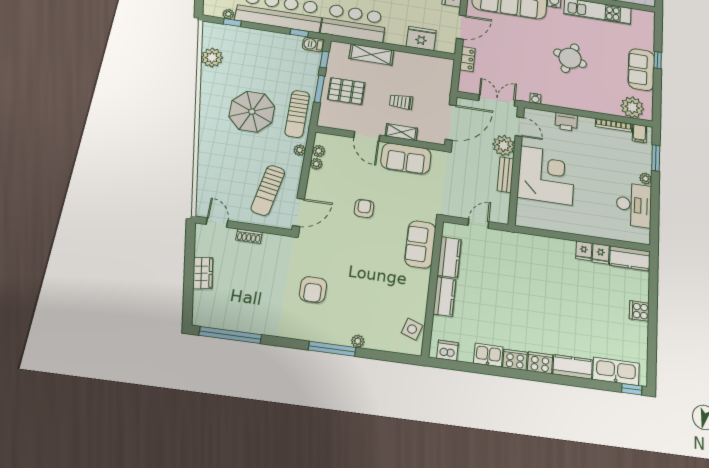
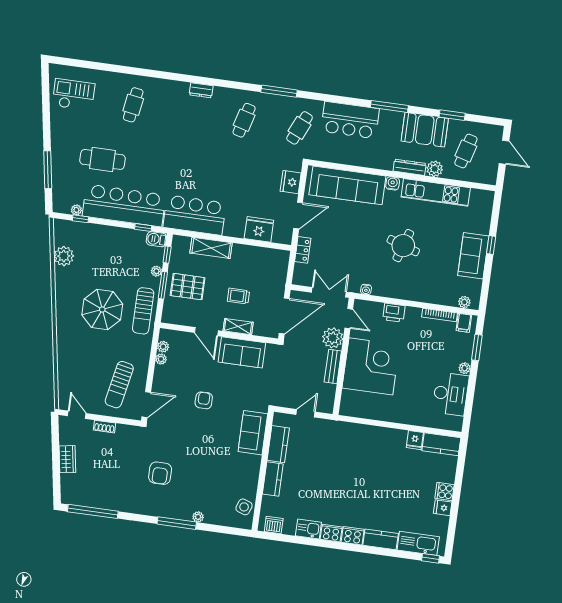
plant: (632, 107) -> (464, 302), width x0.53, depth x0.53
plant: (300, 150) -> (156, 271), moved
fridge: (584, 251) -> (443, 508), moved, turned 90

